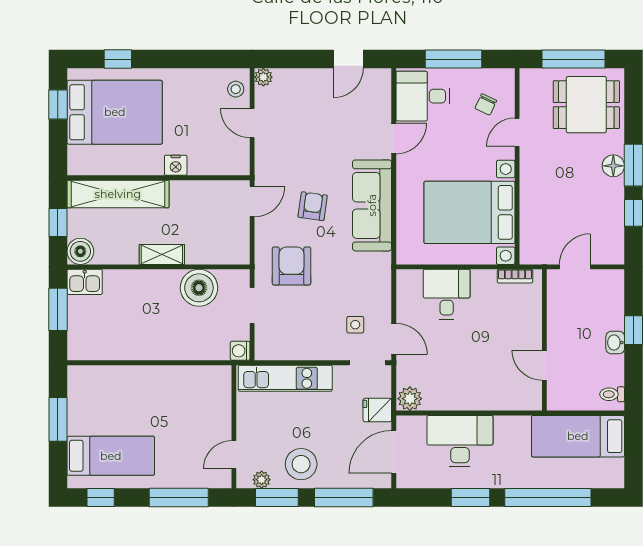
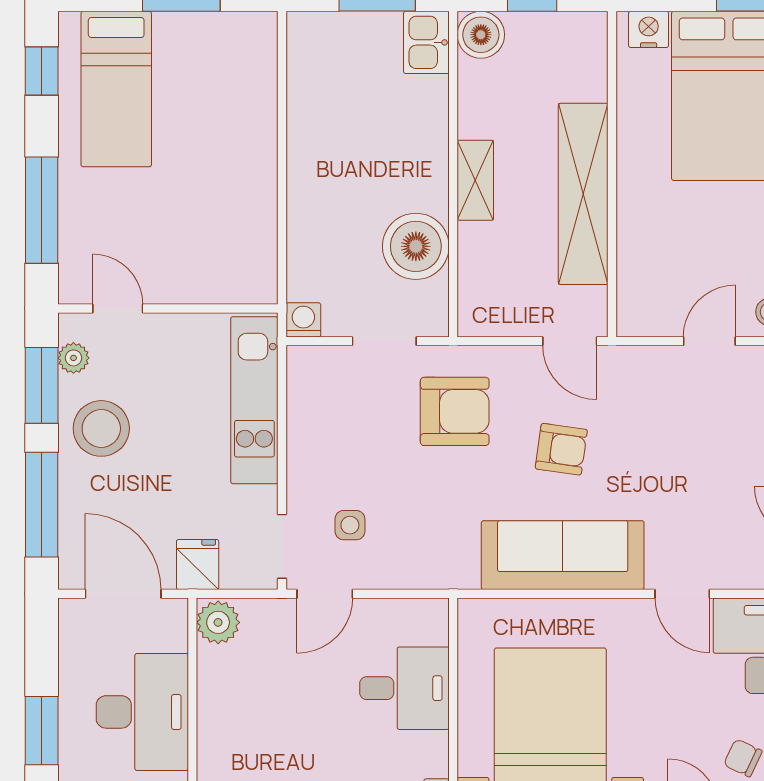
nightstand: (176, 165) -> (649, 29), moved, turned 90
shelving: (118, 194) -> (583, 194), moved

